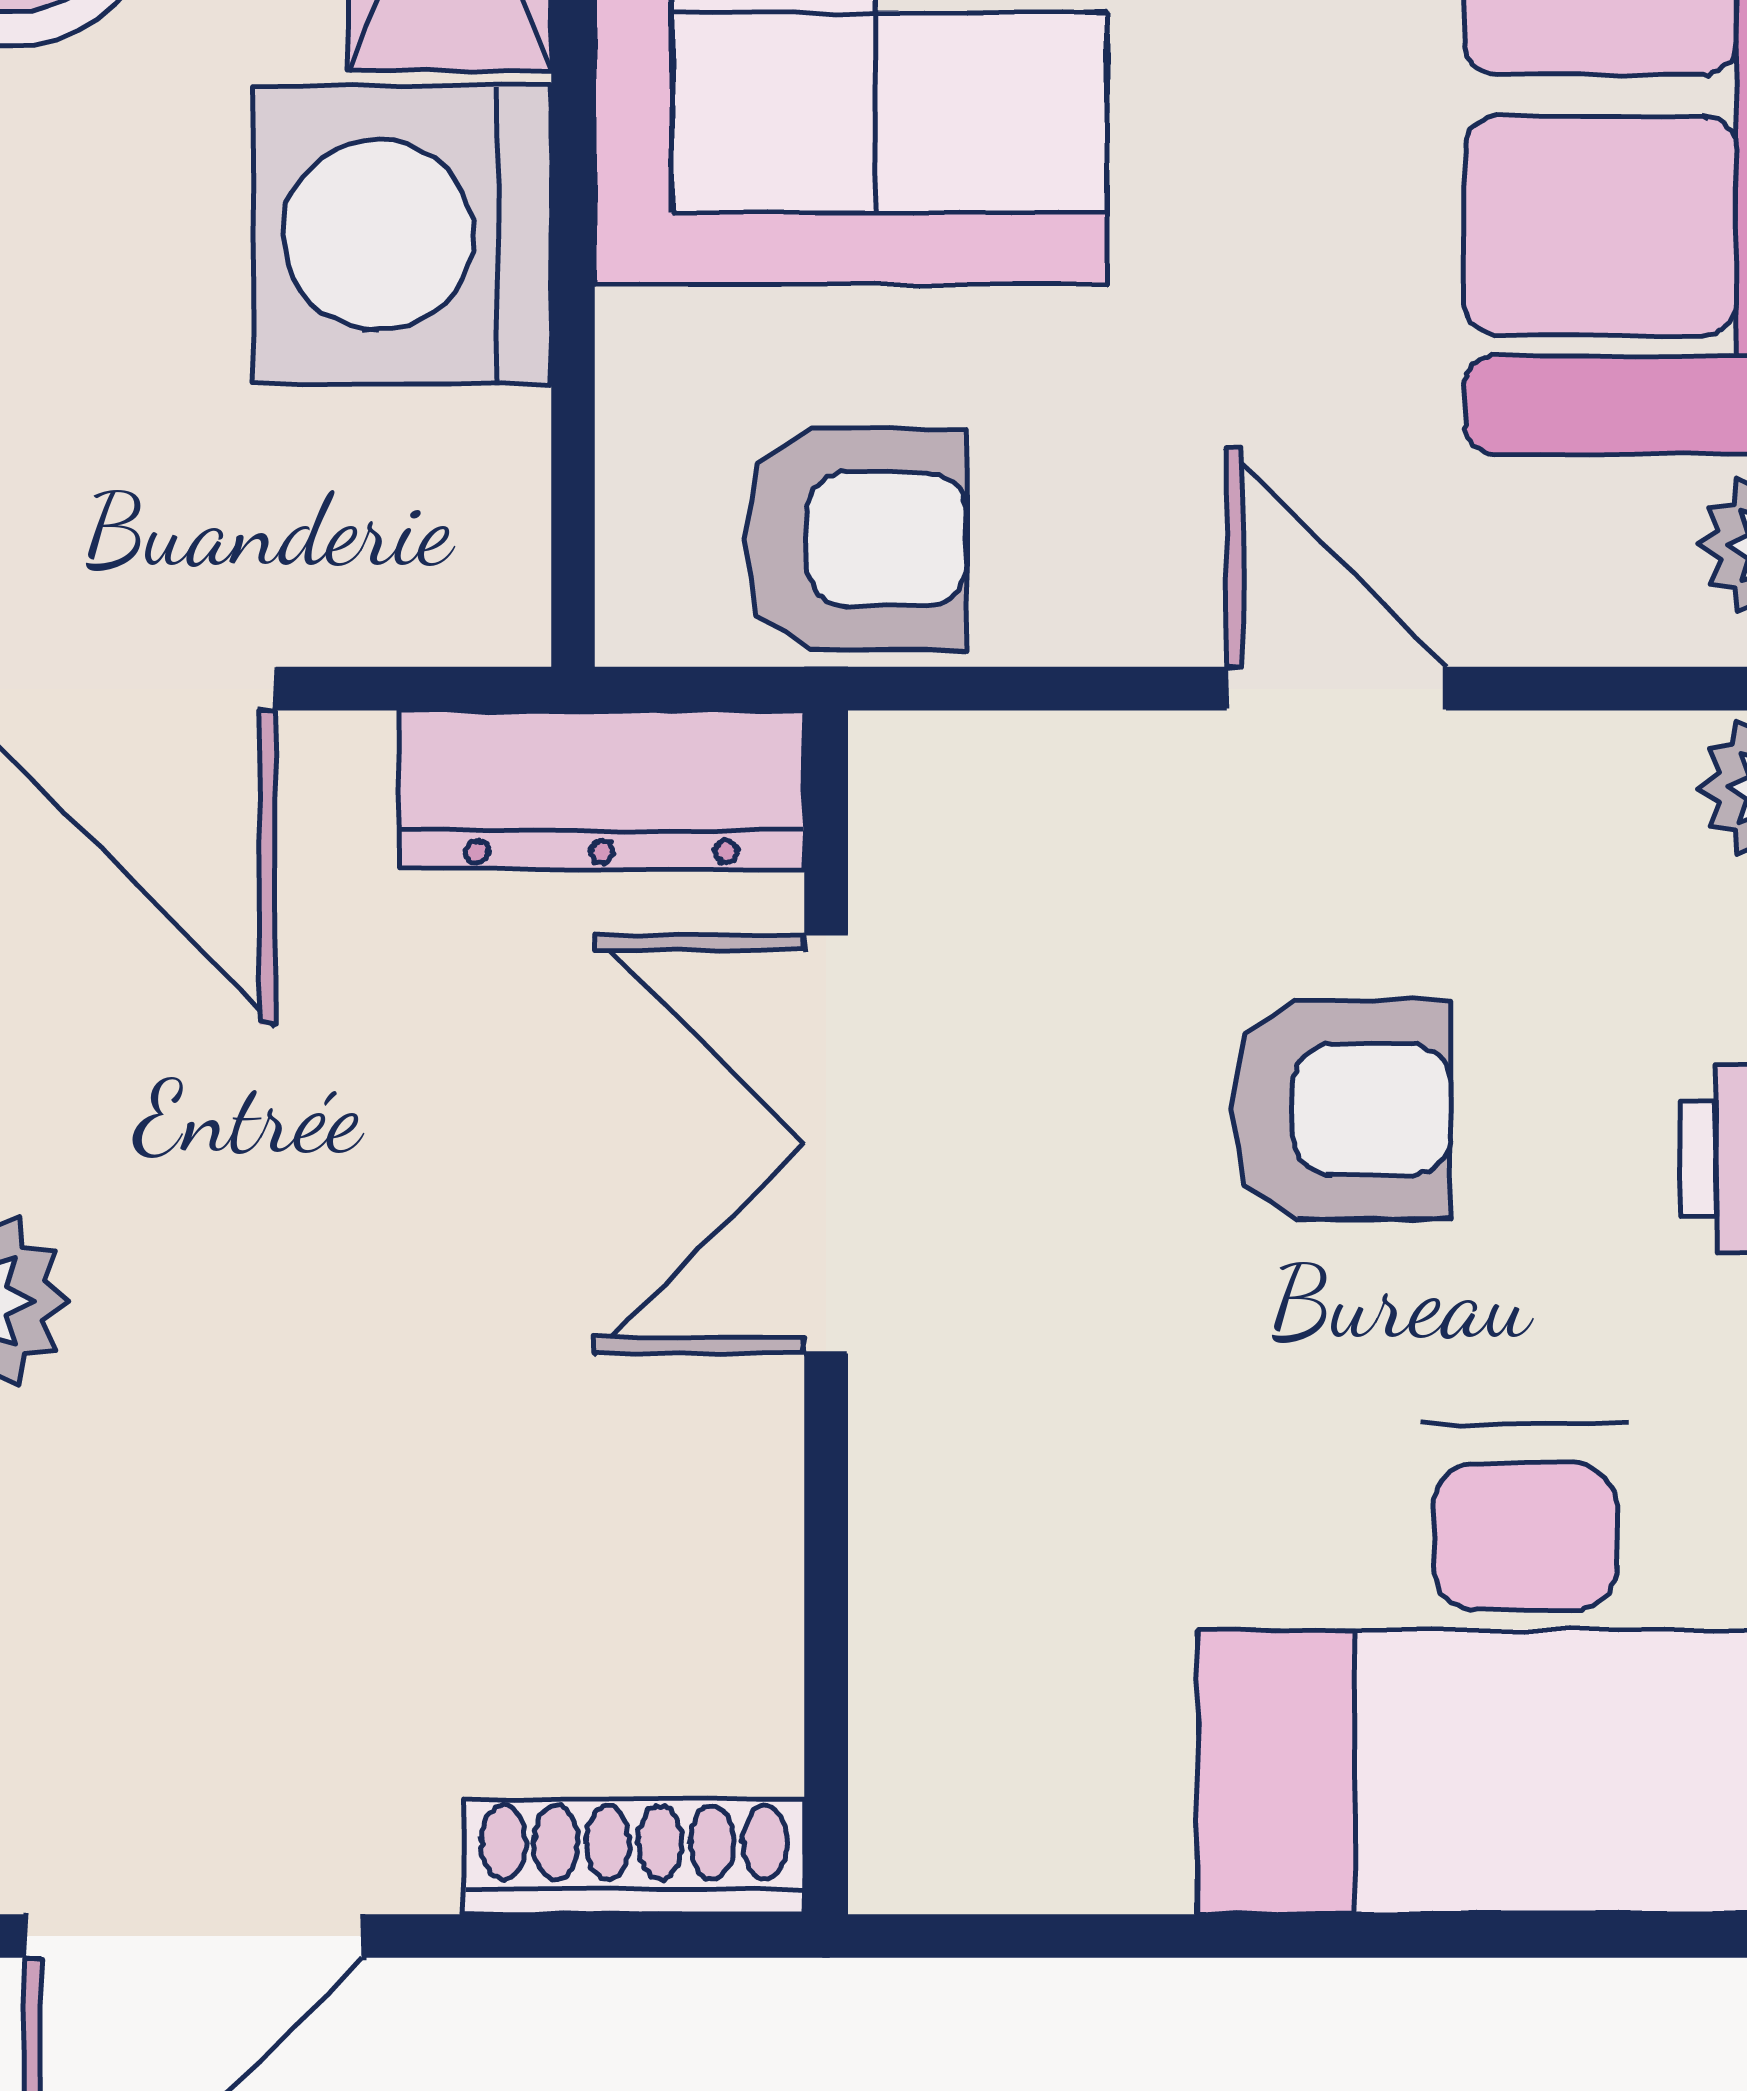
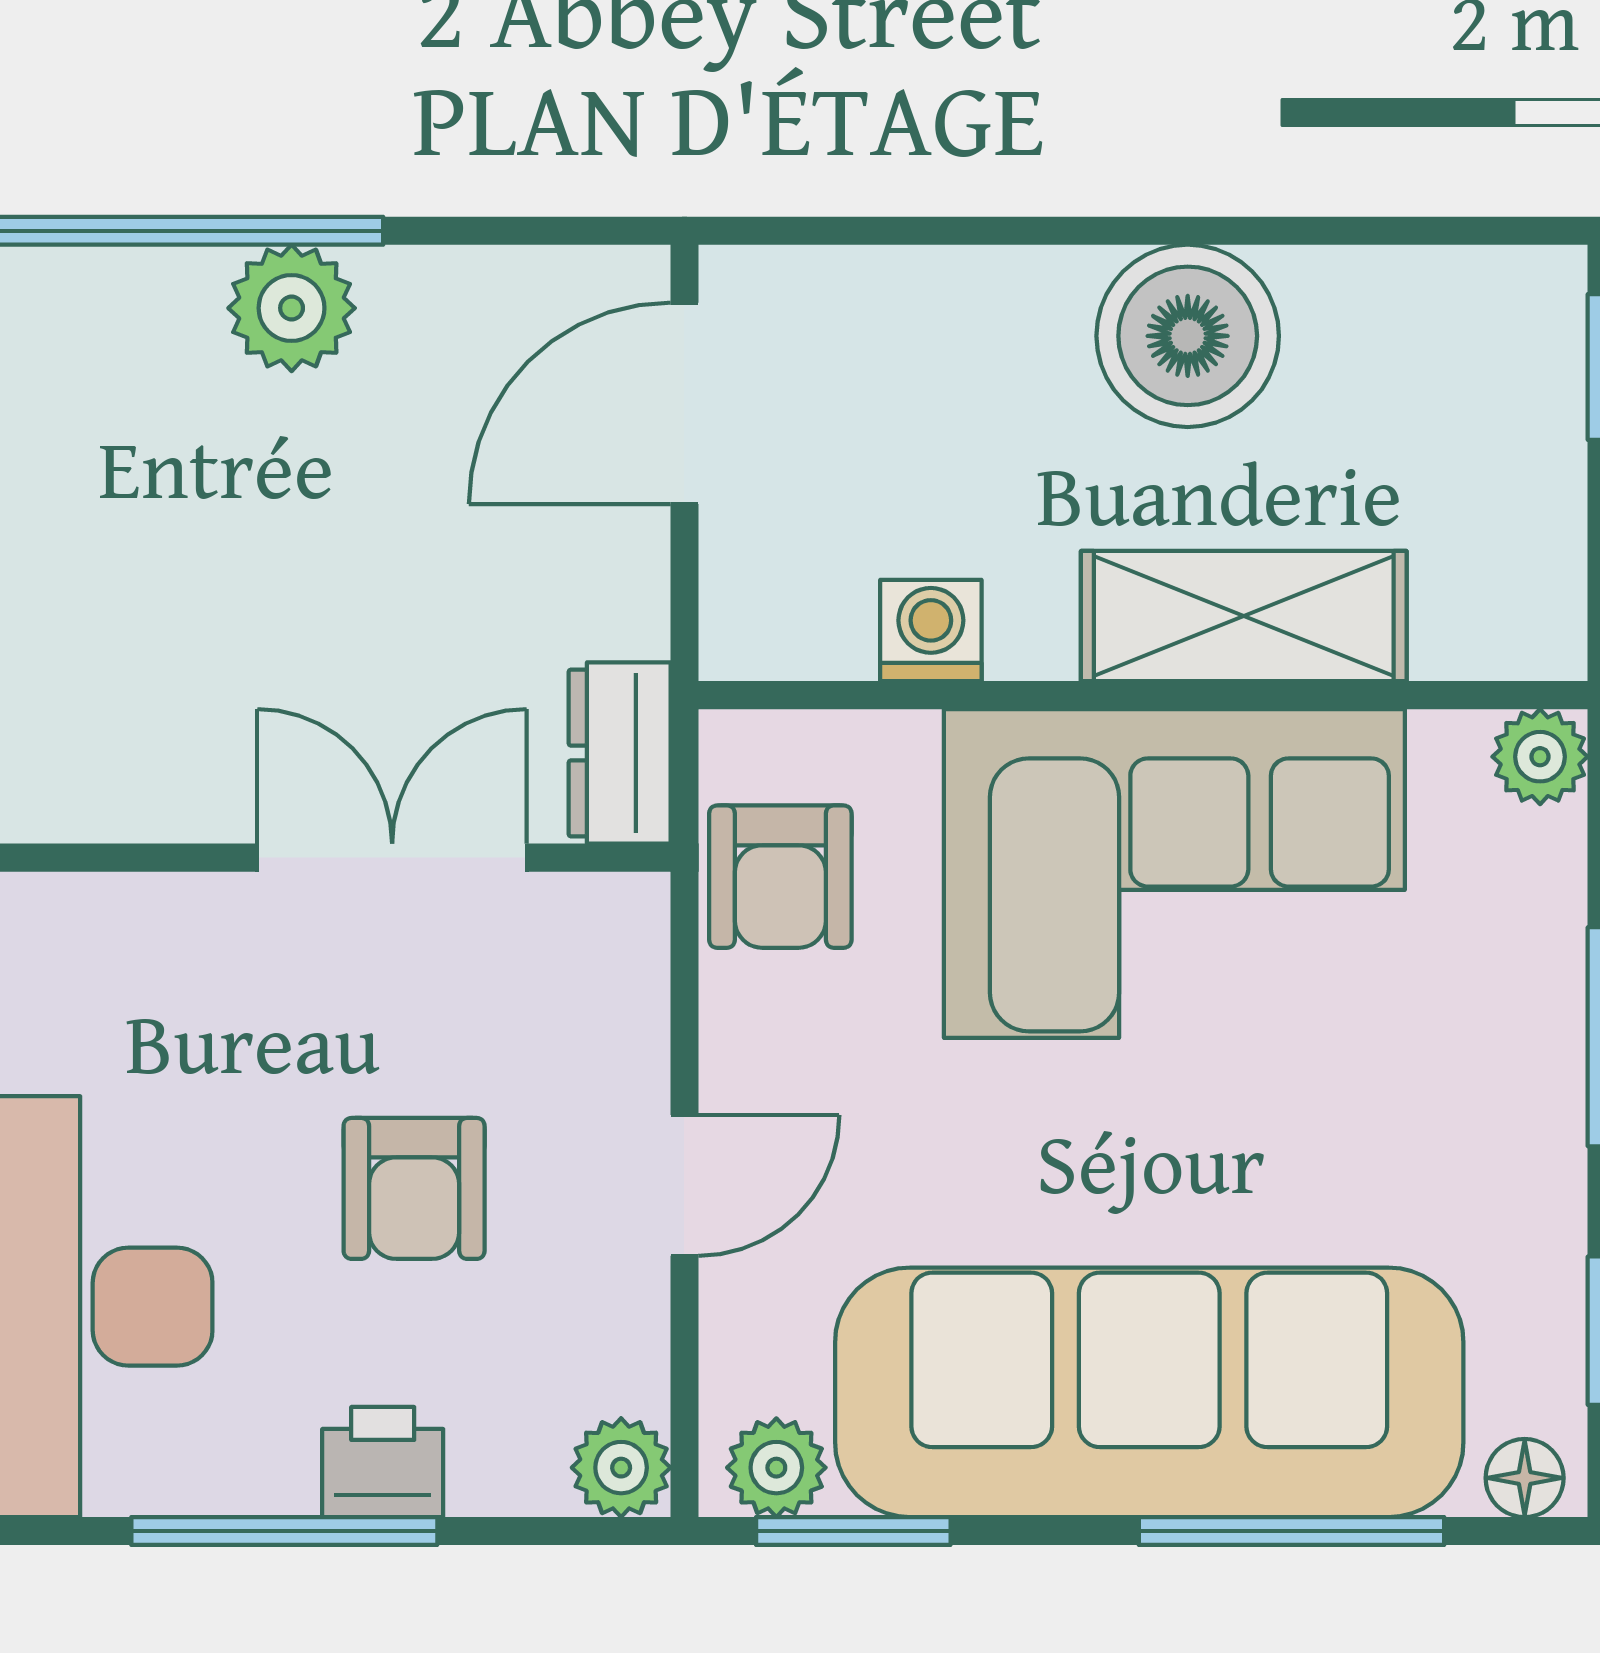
washing machine: (402, 235) -> (931, 631), width x0.53, depth x0.53
dresser: (601, 790) -> (620, 753), width x0.70

